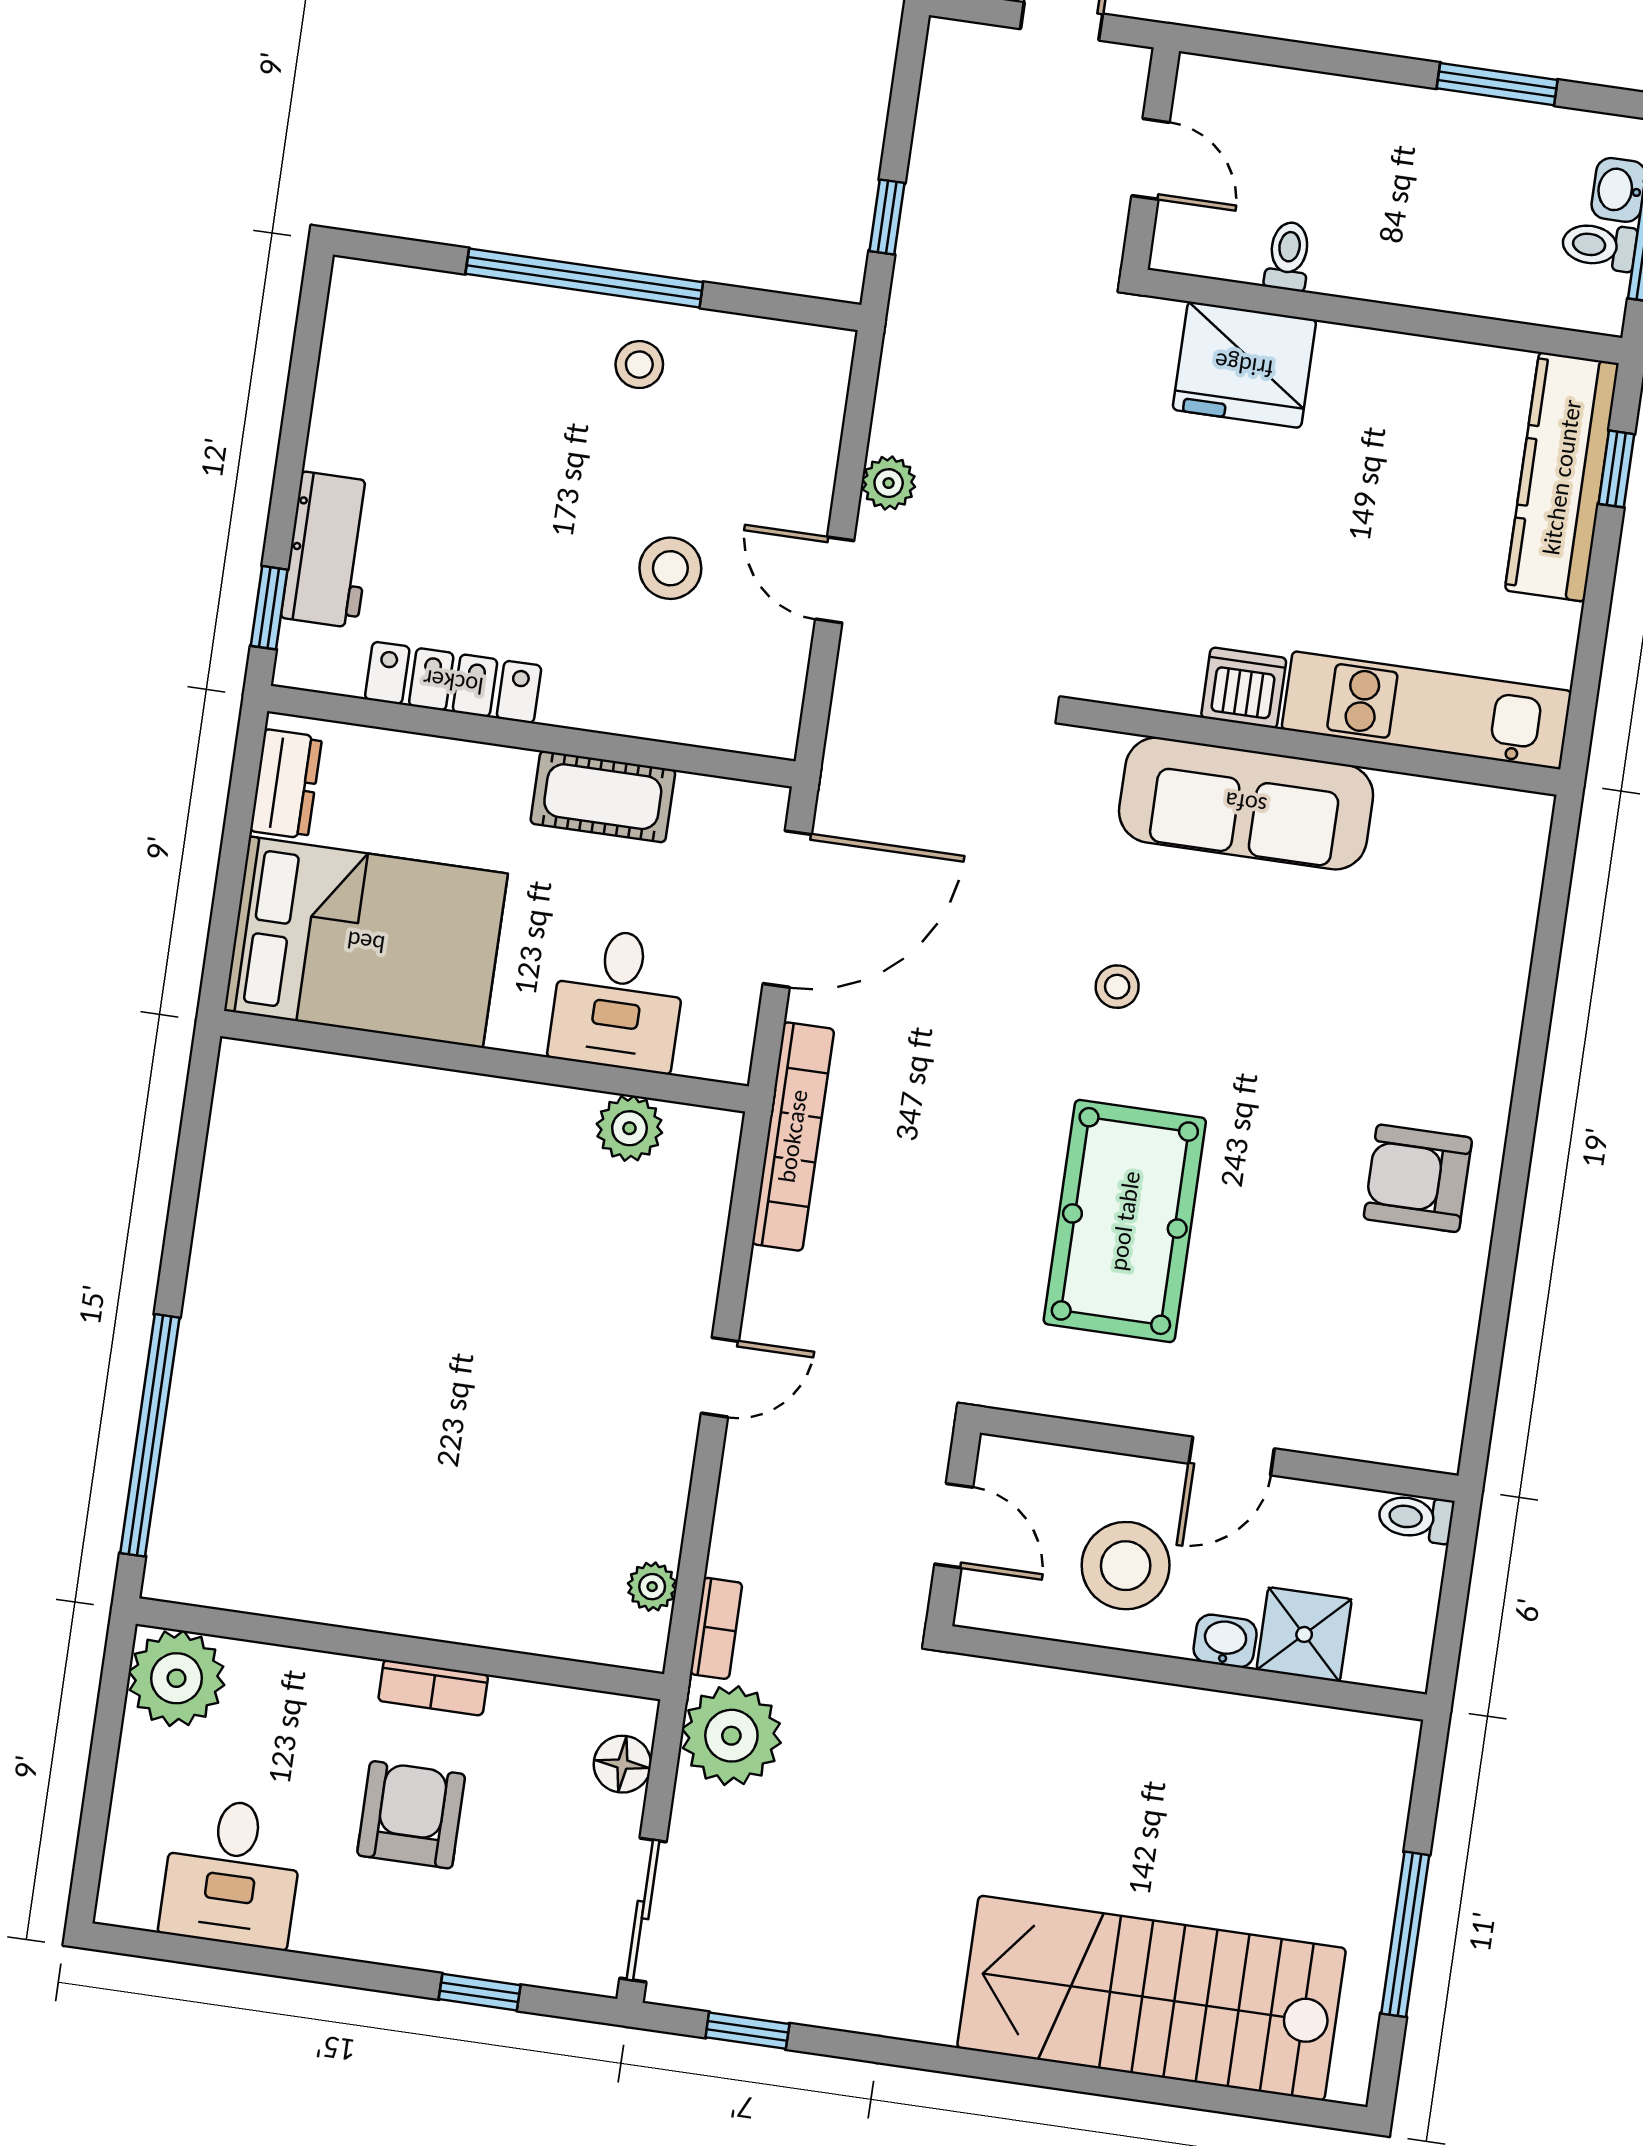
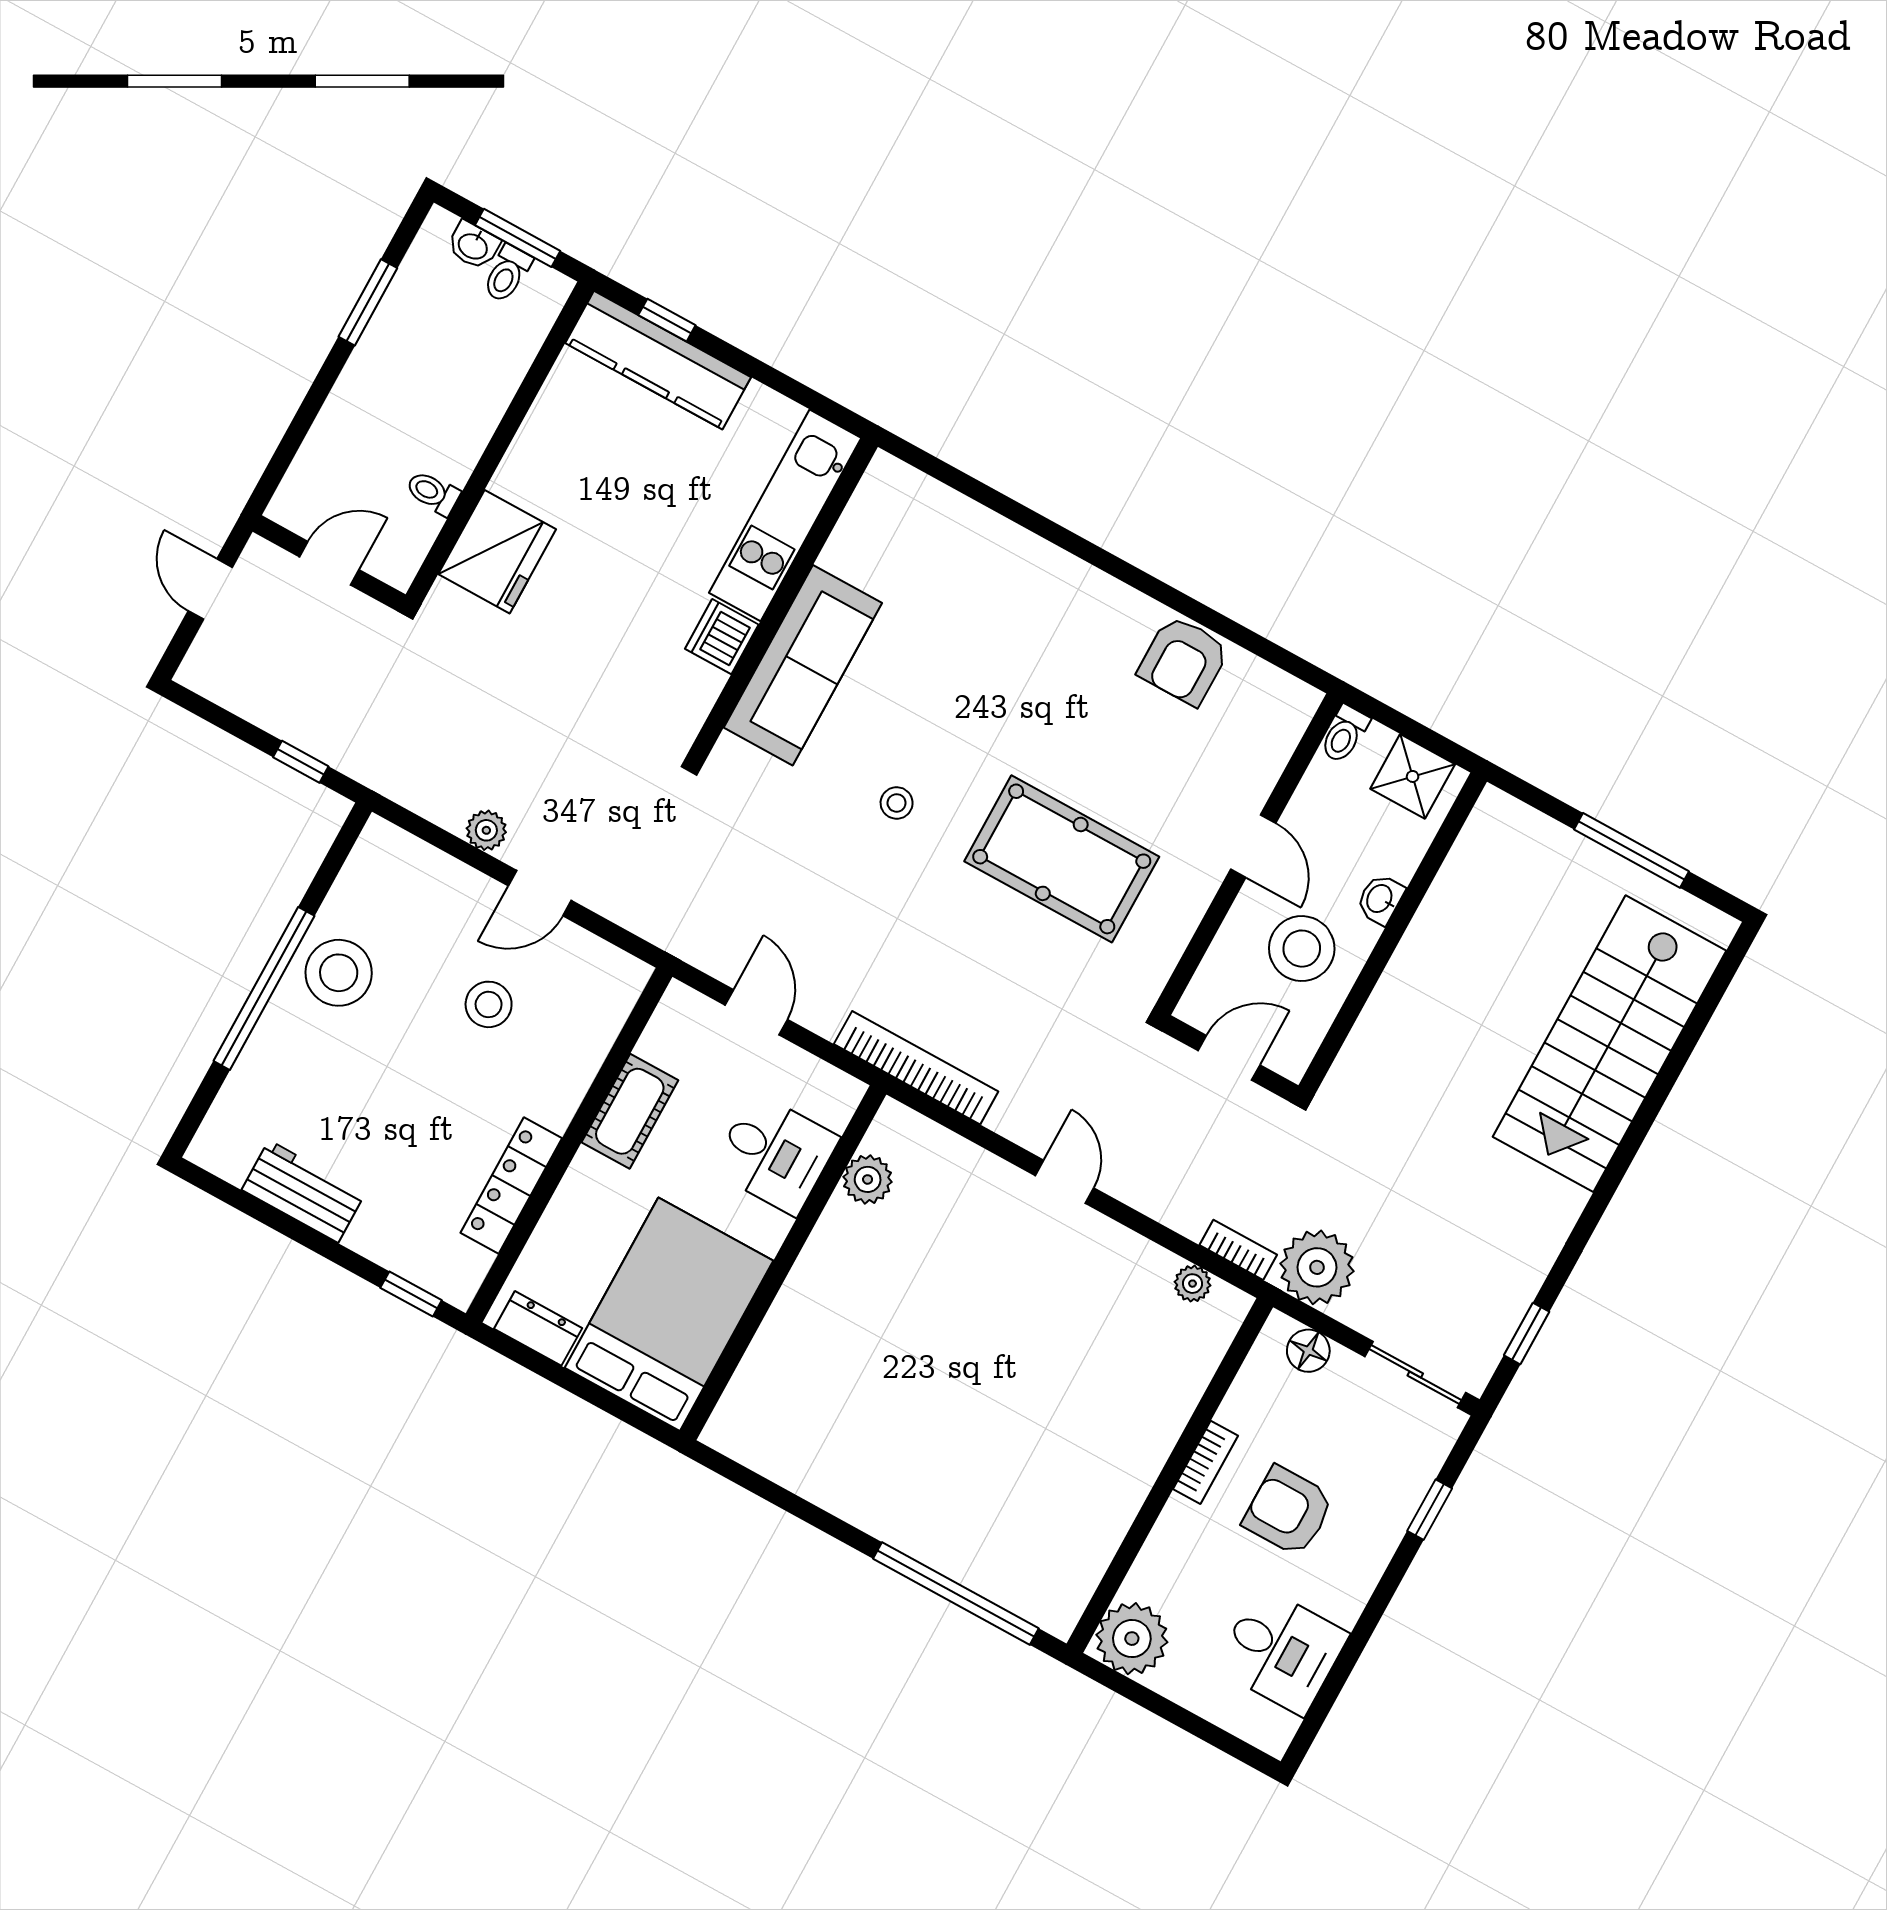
stool: (639, 365) -> (339, 973), width x1.89, depth x1.89
workbench: (329, 550) -> (303, 1192), moved
door: (787, 909) -> (756, 1012), width x0.53
armchair: (1418, 1178) -> (1184, 660), moved
shower: (1304, 1634) -> (1413, 776), moved

